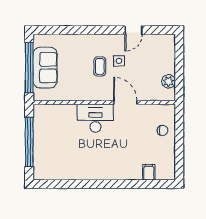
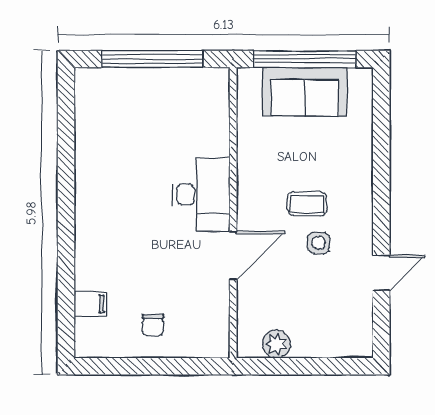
door: (134, 30) -> (381, 273), swing flipped
chair: (163, 130) -> (153, 325), moved

